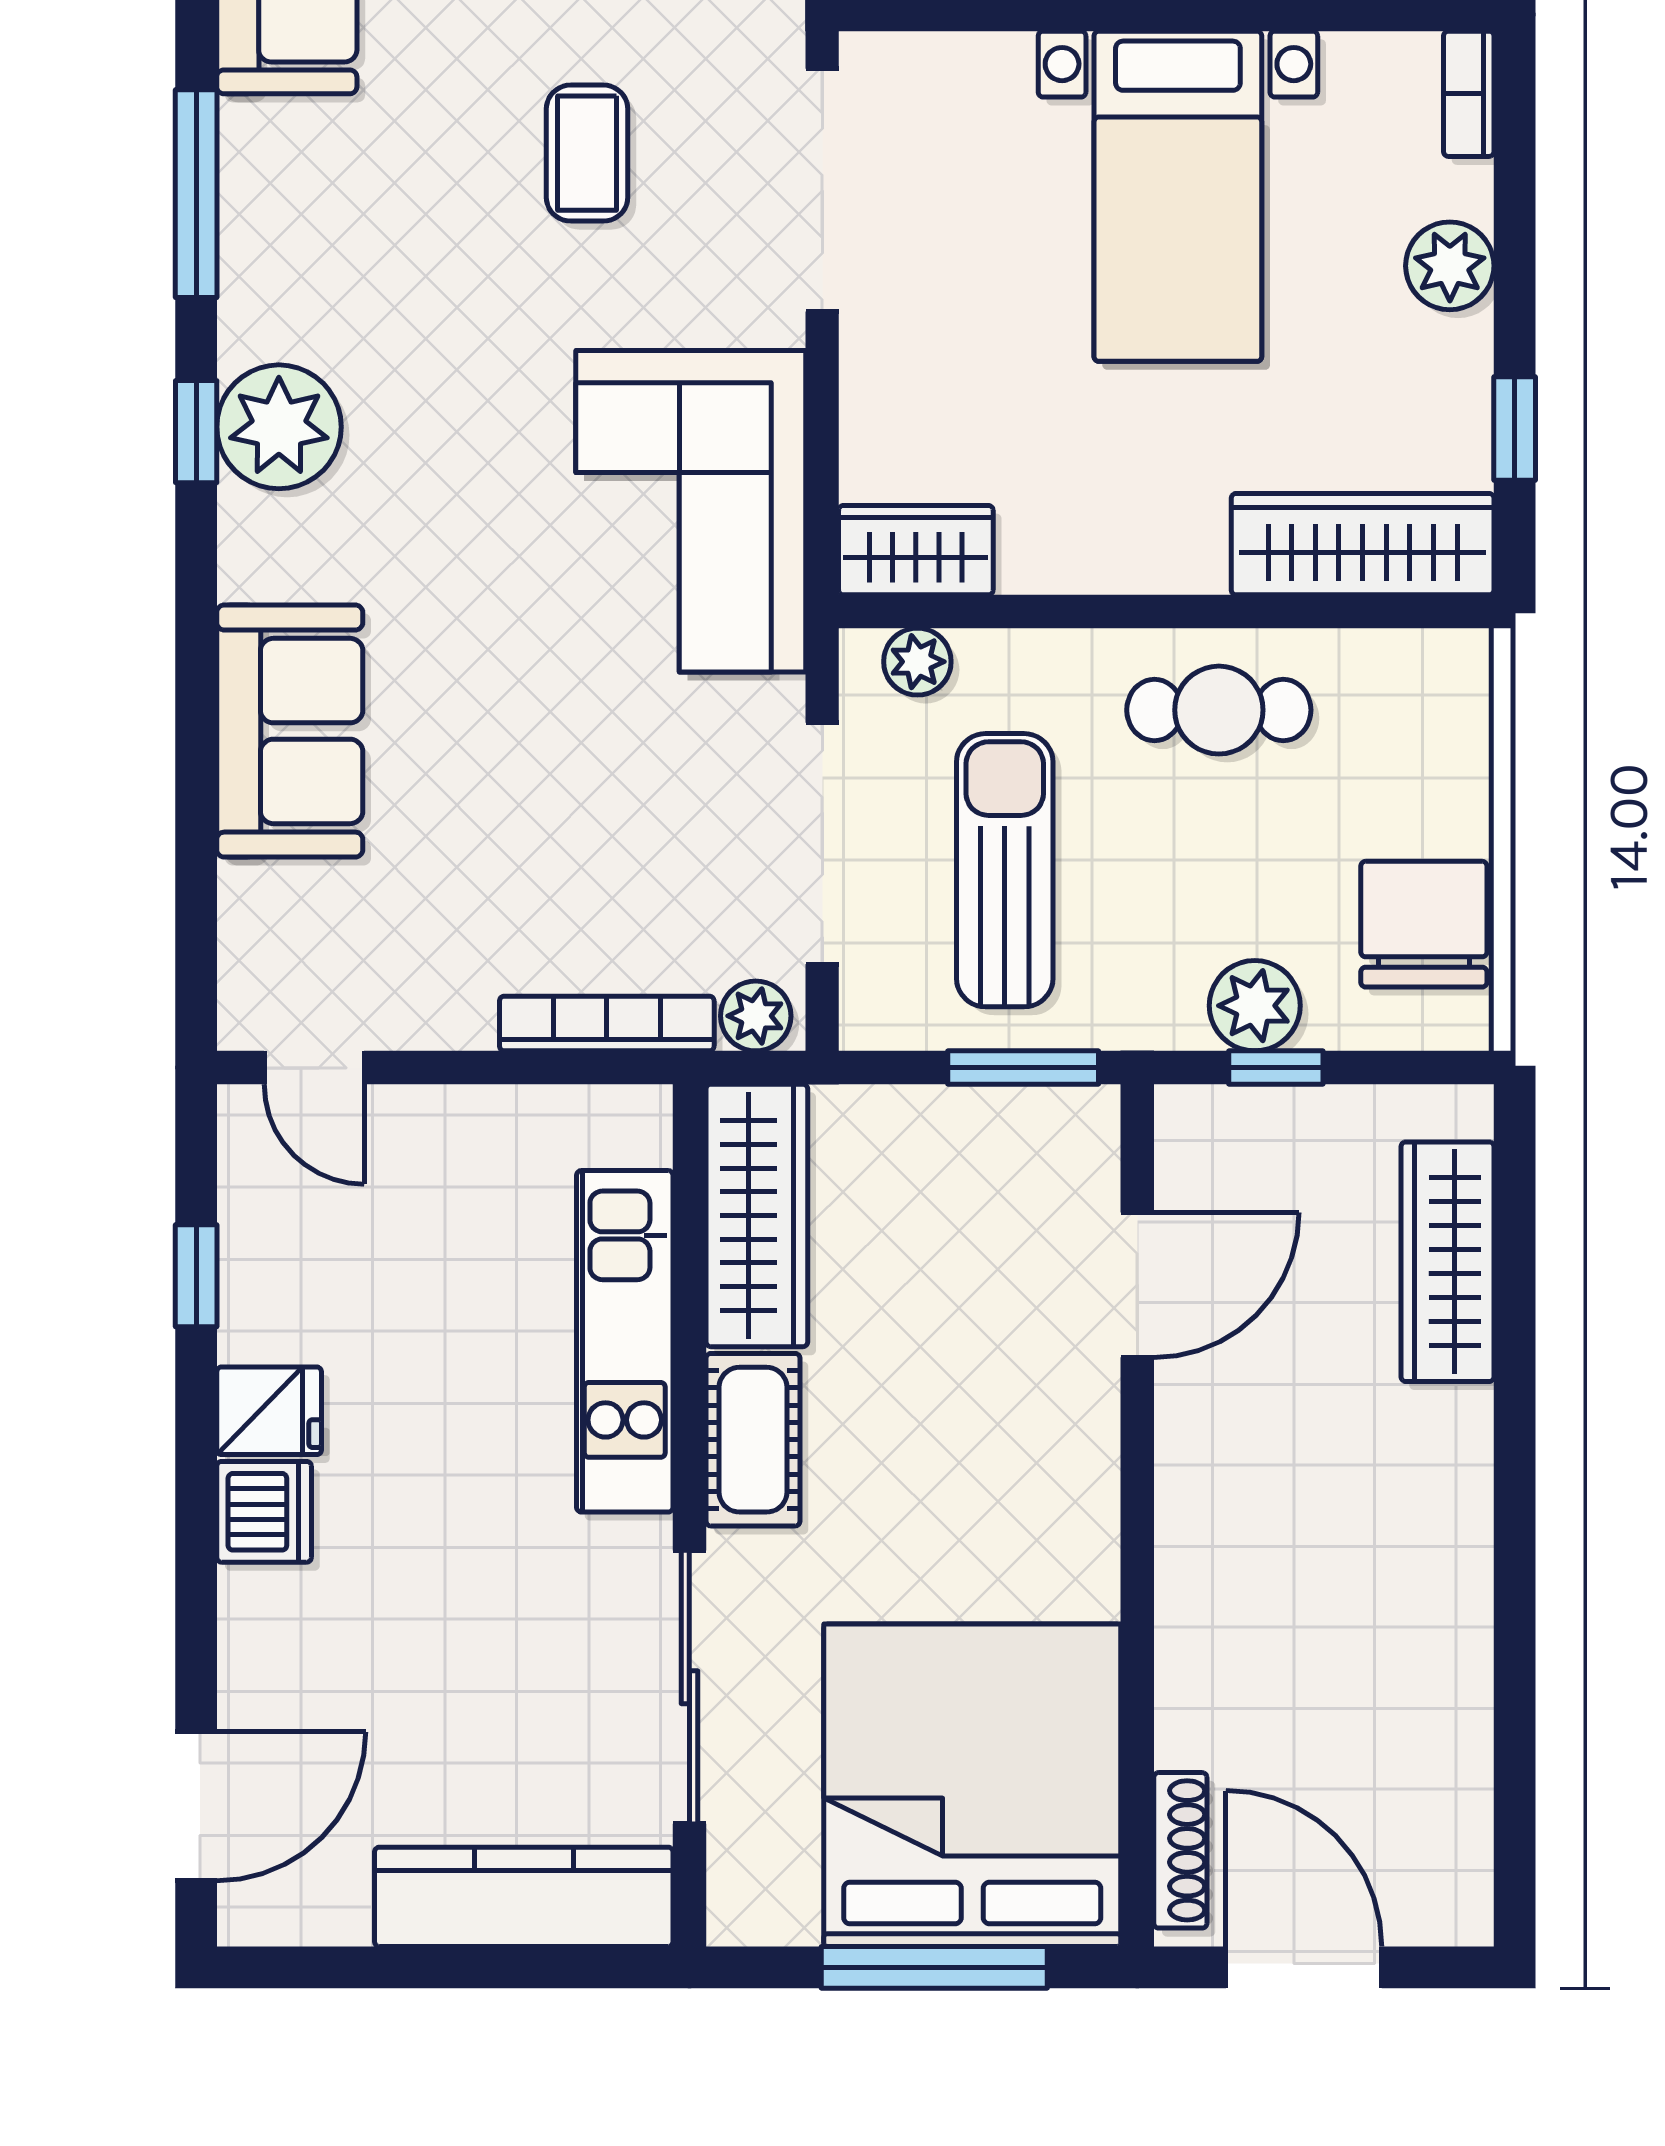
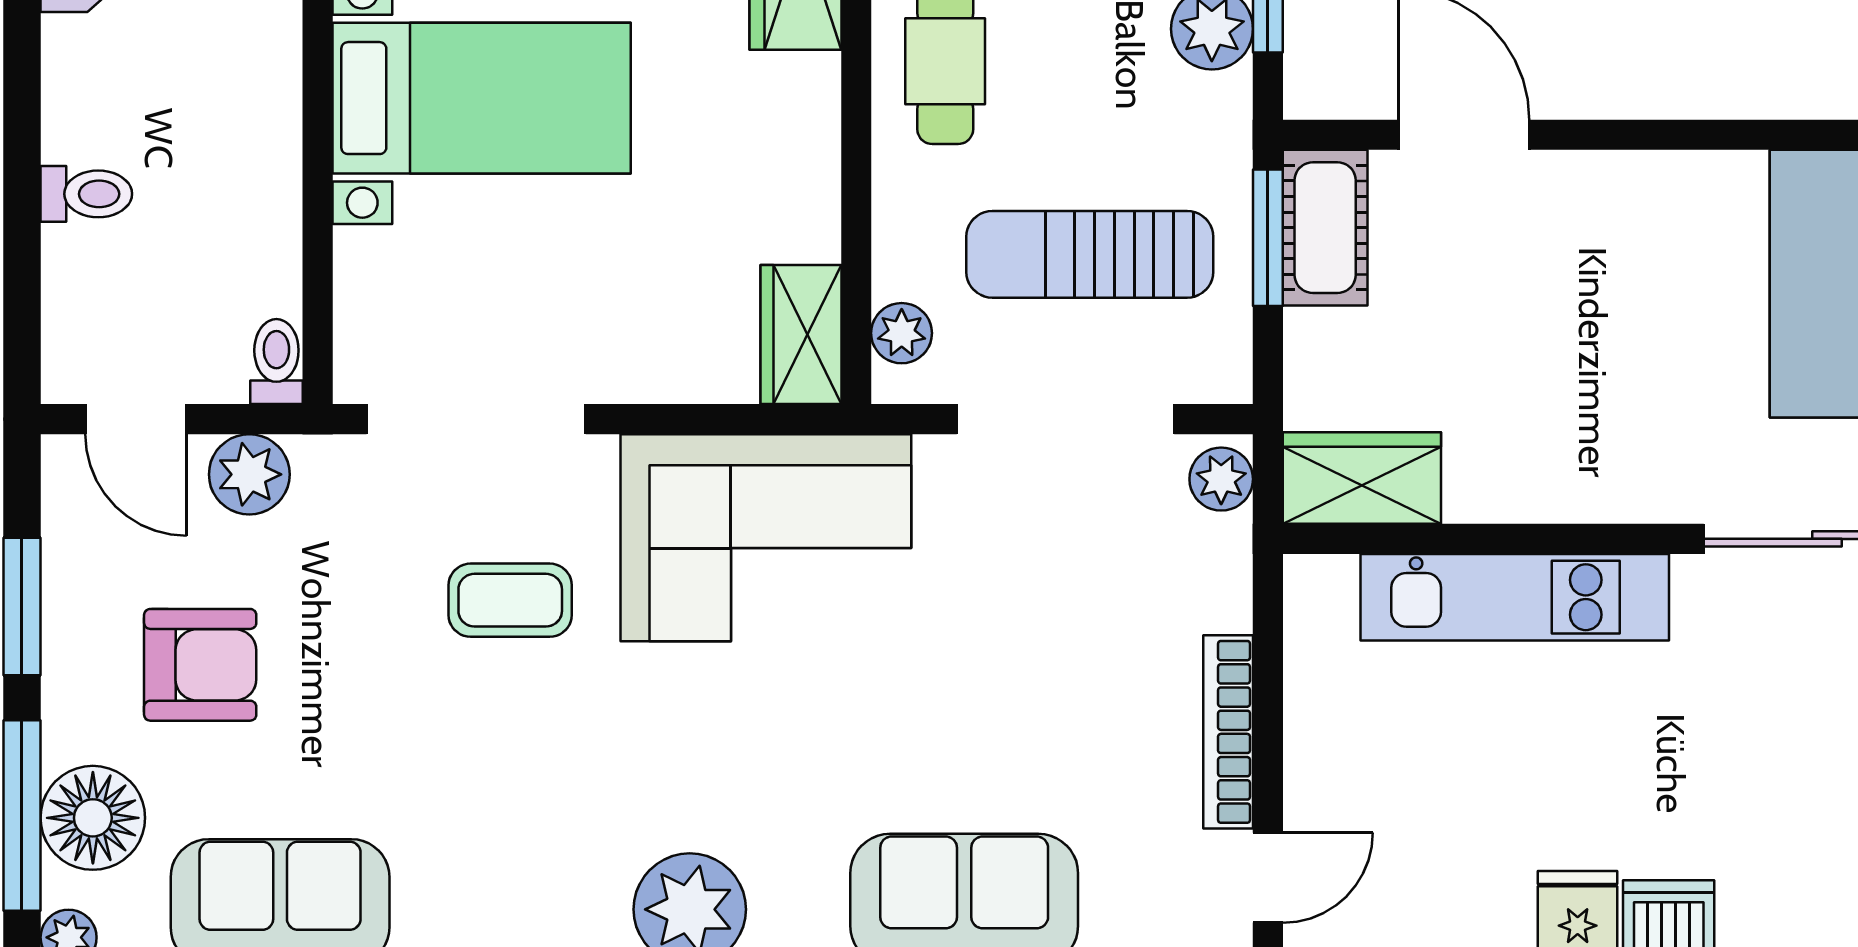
coffee table: (587, 153) -> (510, 600), moved
bookcase: (607, 1024) -> (1228, 732), moved
wardrobe: (757, 1215) -> (1362, 478), width x0.67
cot: (753, 1440) -> (1325, 228), moved, turned 90

